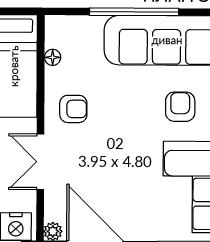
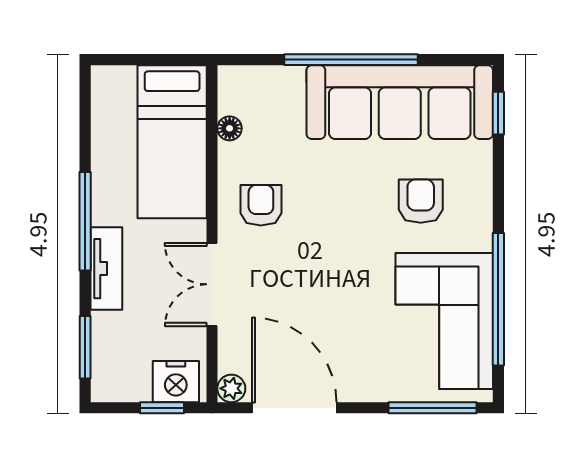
armchair: (73, 109) -> (261, 205), turned -90

